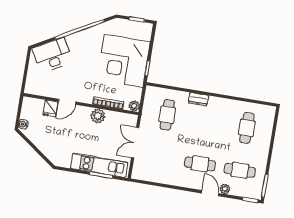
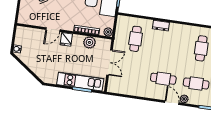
fridge: (50, 108) -> (66, 39), moved
plant: (98, 116) -> (89, 42), moved
double door: (135, 143) -> (109, 62), swing flipped

